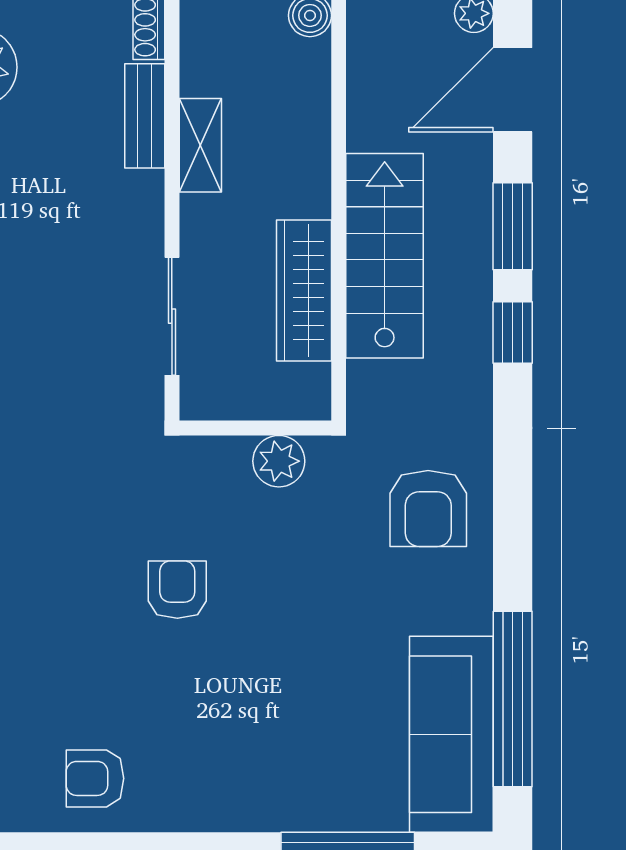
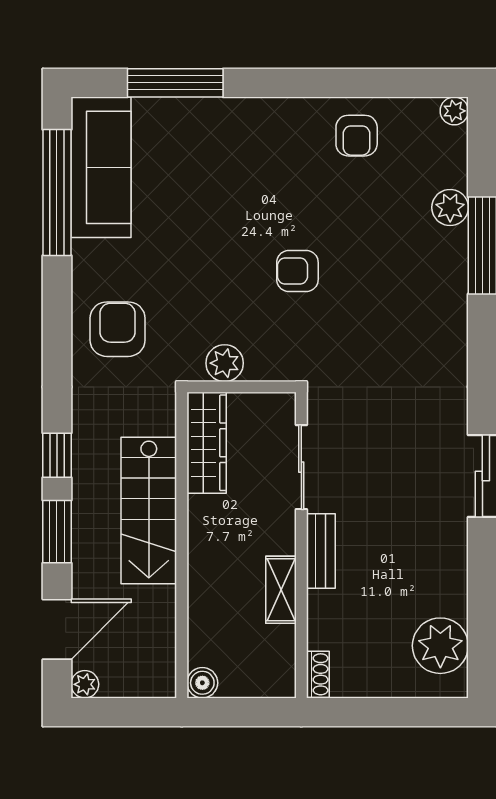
bench: (145, 116) -> (321, 551), moved
wardrobe: (304, 290) -> (207, 443), moved
armchair: (177, 590) -> (297, 271), turned 90
armchair: (95, 778) -> (357, 136), turned 90

